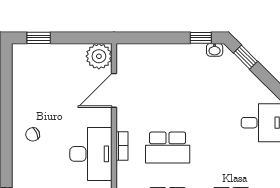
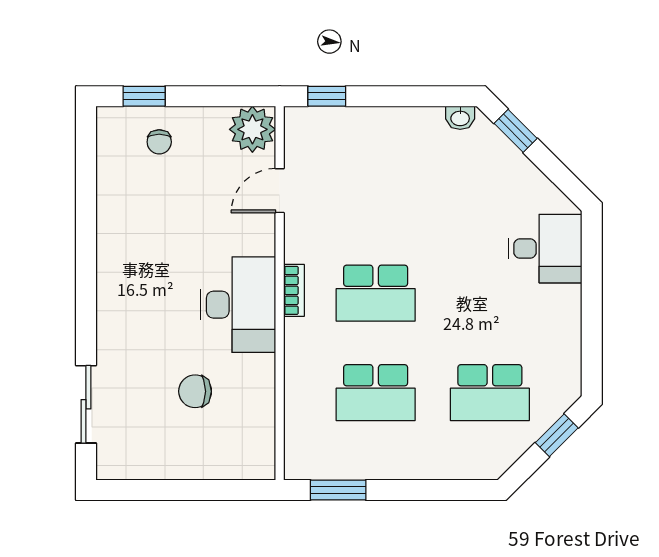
window: (201, 38) -> (327, 96), moved
door: (114, 90) -> (280, 191), width x0.73
chair: (33, 134) -> (159, 142), moved, turned -66

